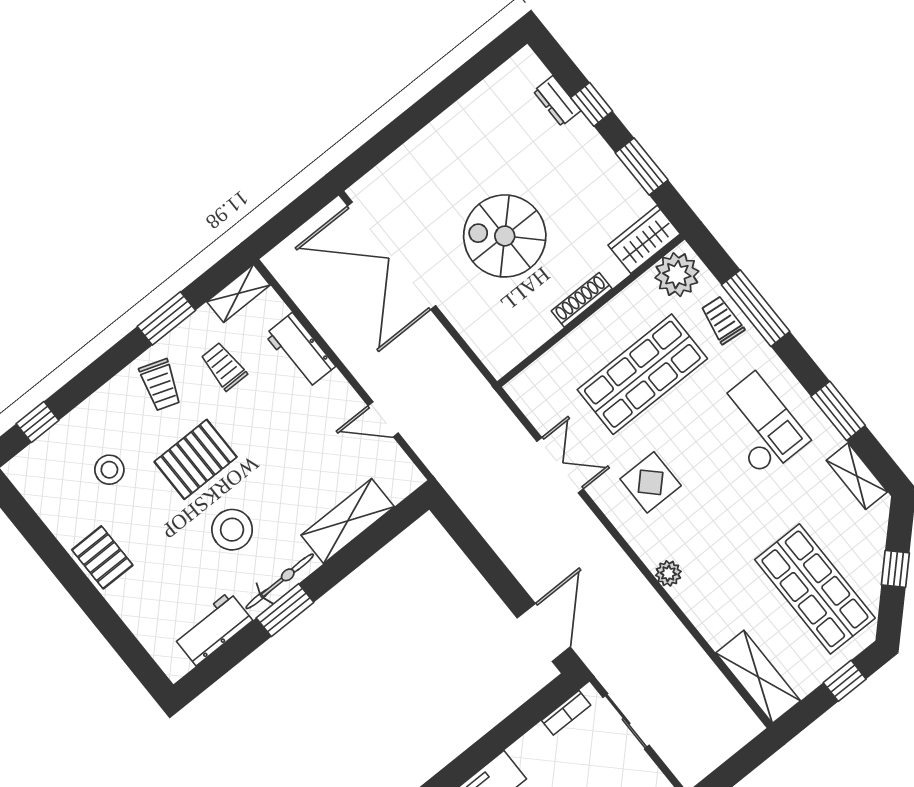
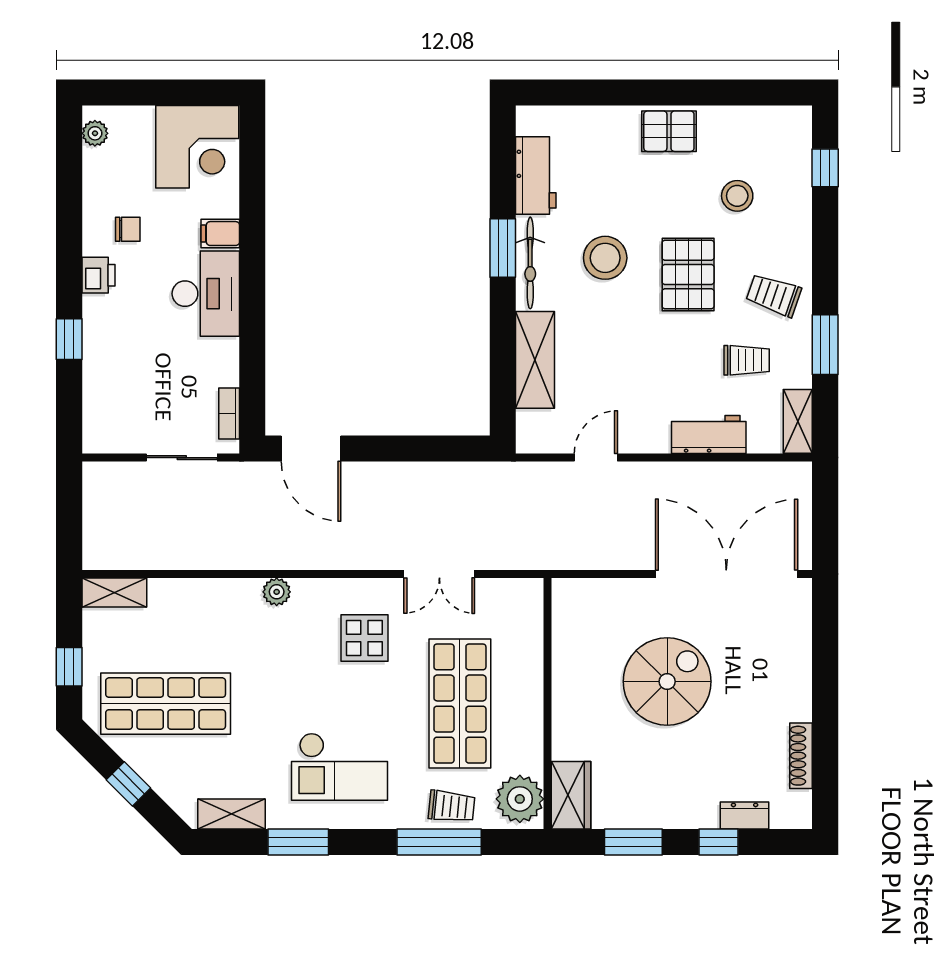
shoe rack: (582, 300) -> (801, 756), moved, turned 180
shelving: (758, 677) -> (114, 592), width x0.67, depth x0.75

